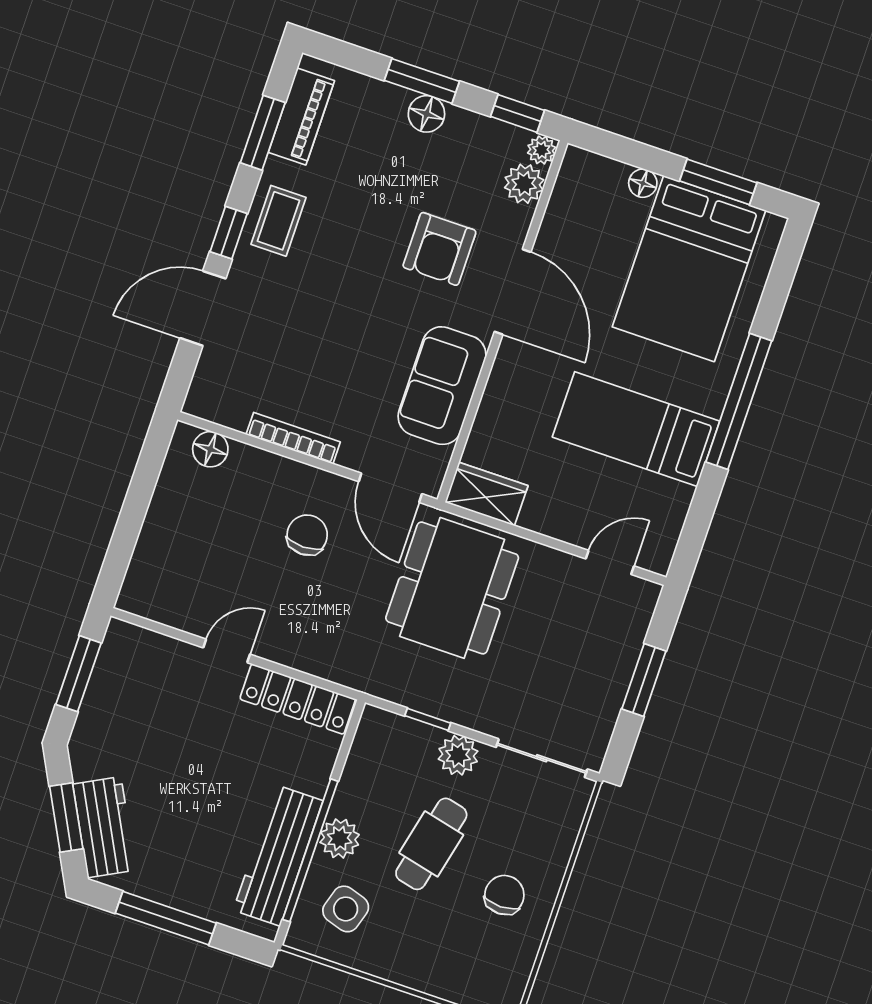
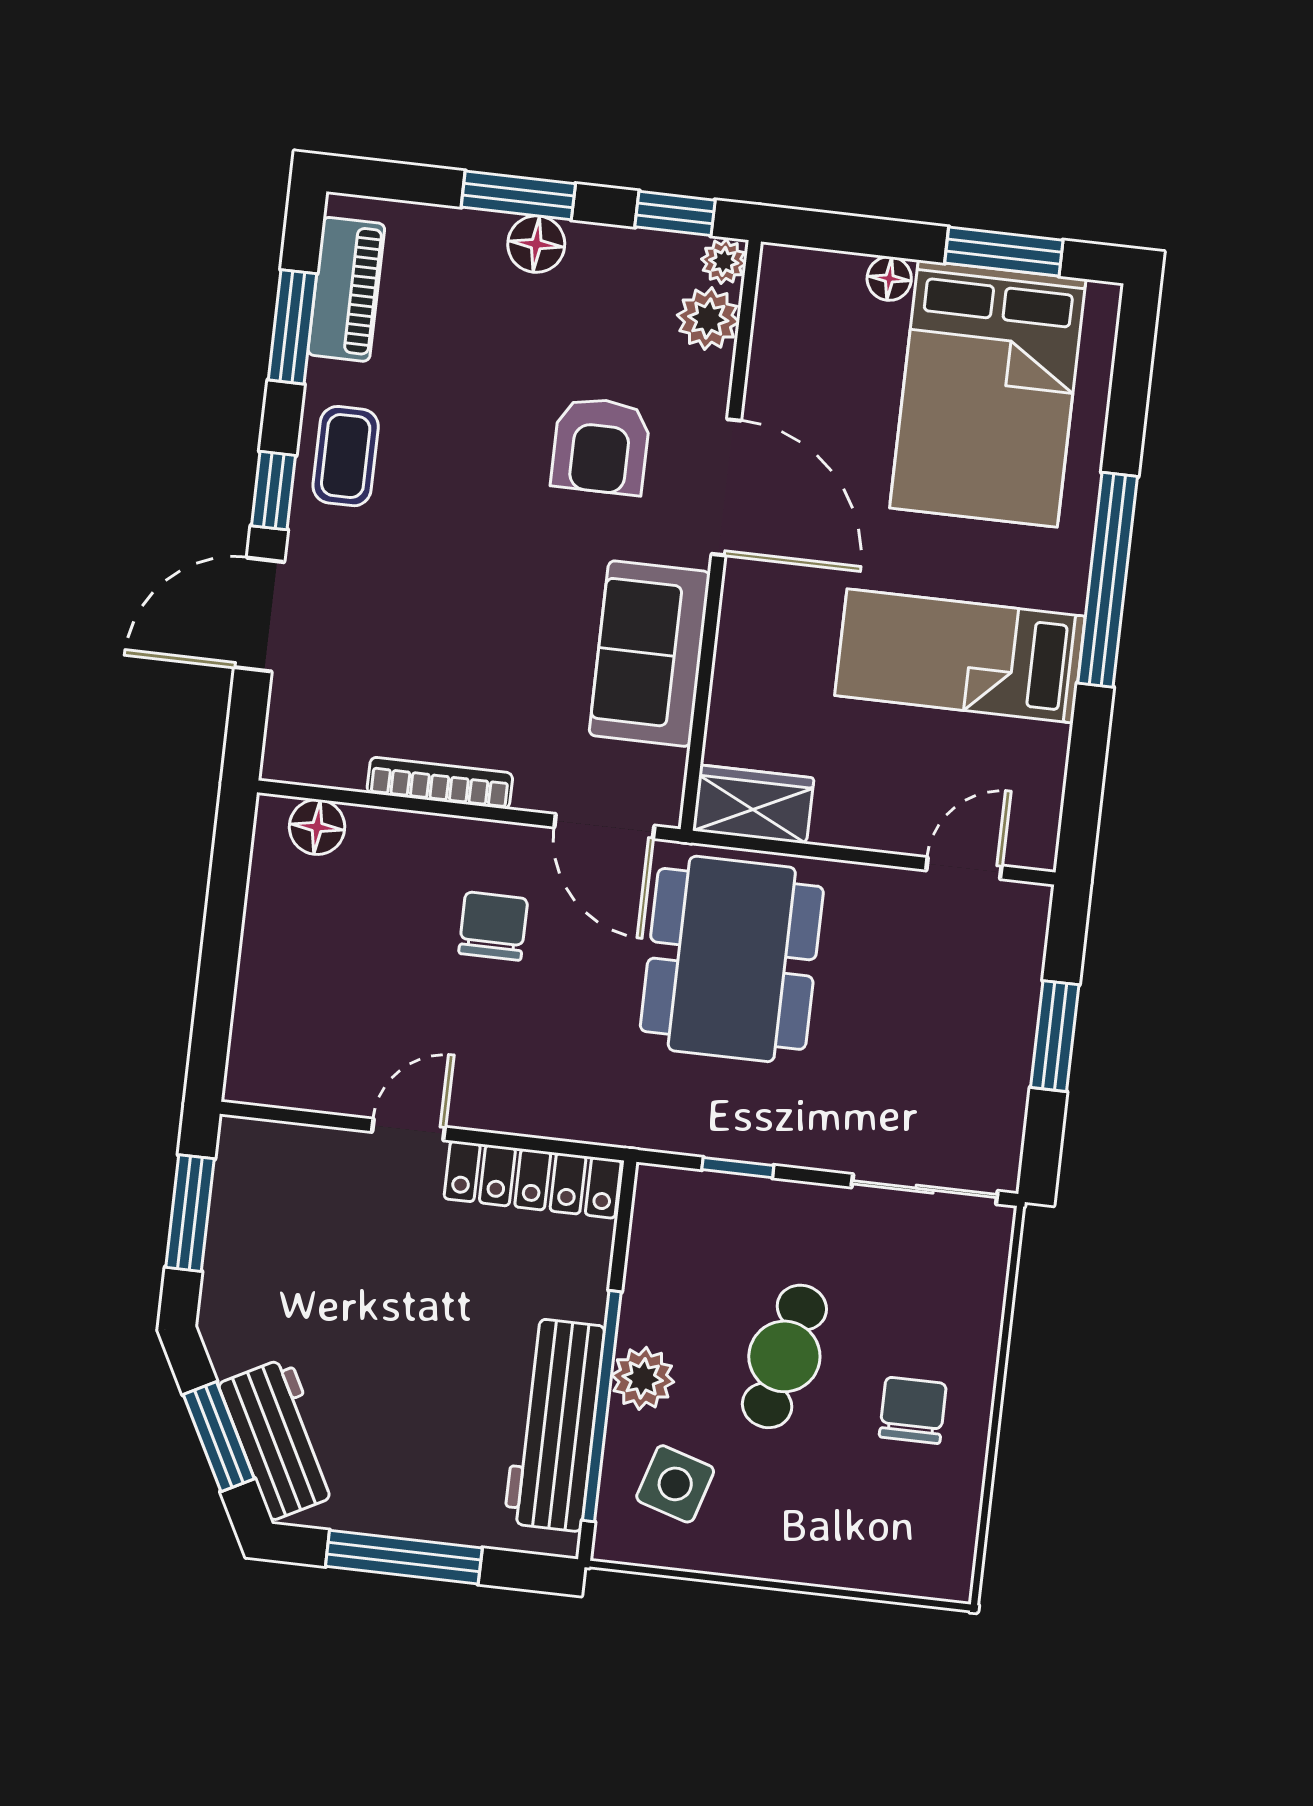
plant: (458, 755) -> (796, 1212), removed

